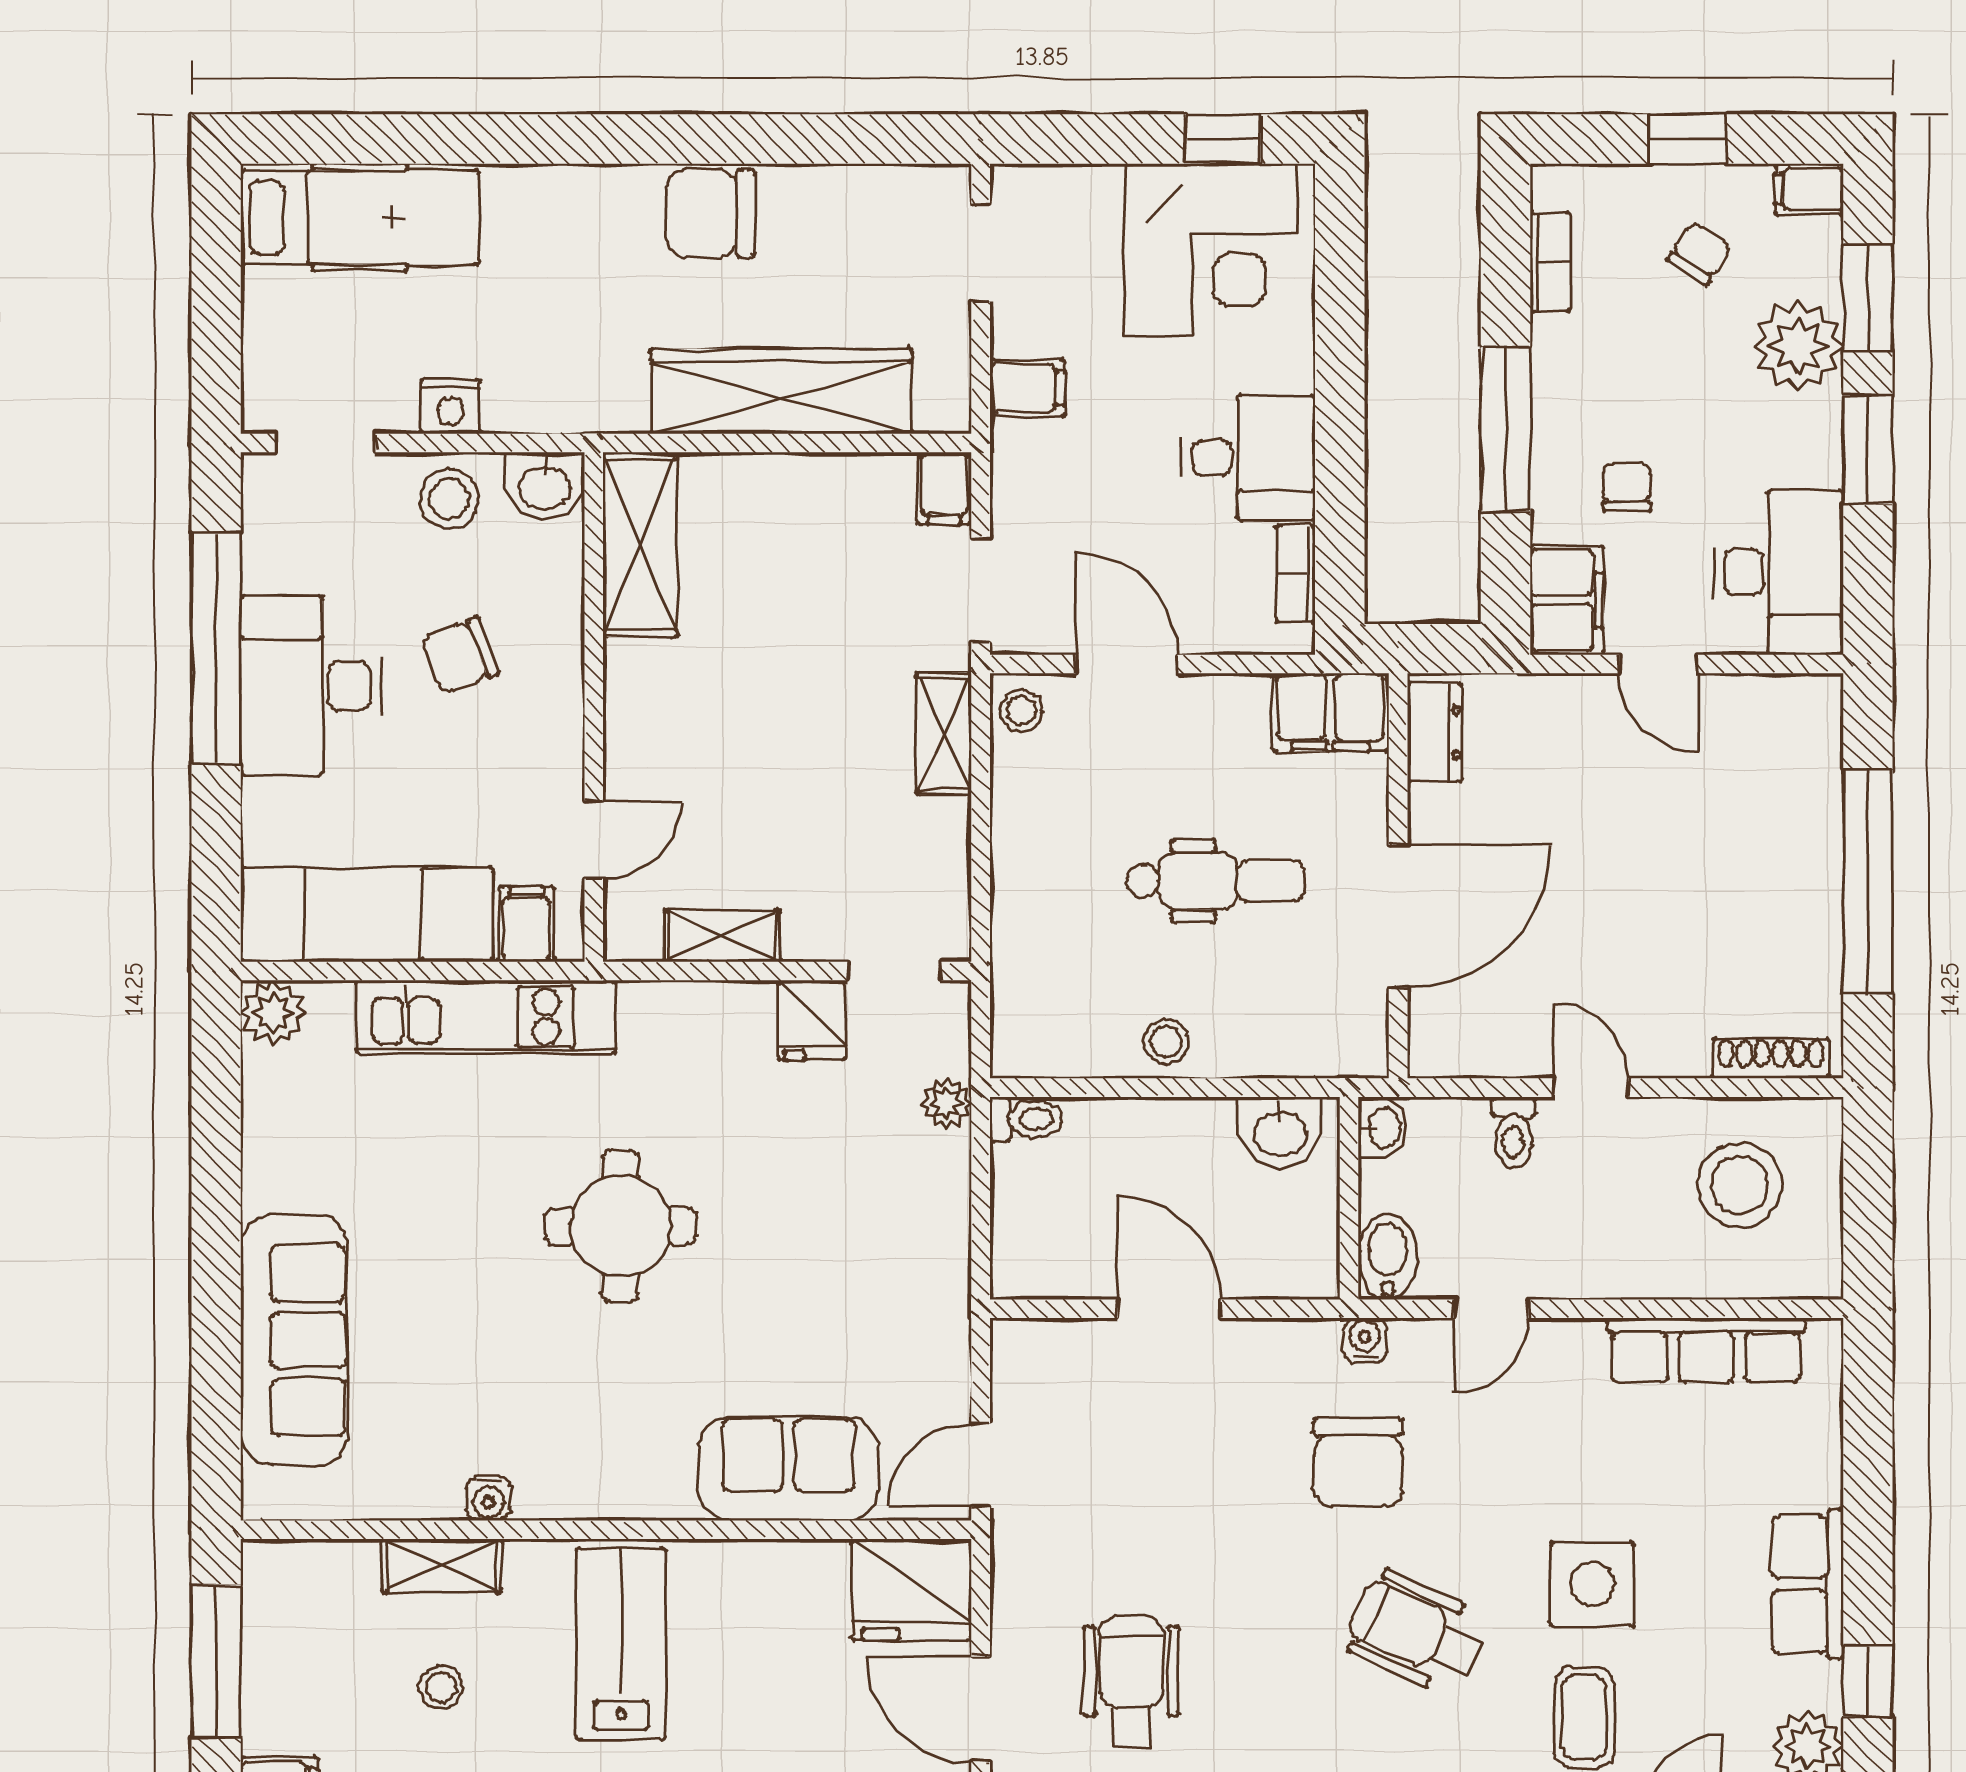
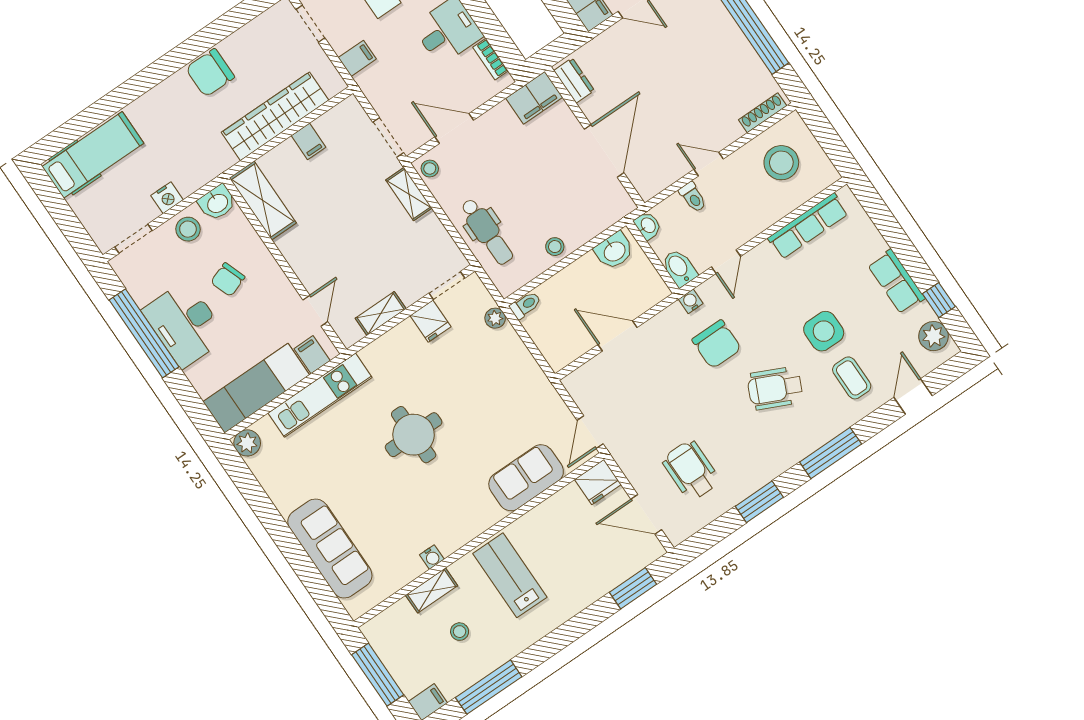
filing cabinet: (944, 488) -> (308, 141), moved
dental chair: (1216, 881) -> (487, 232), moved, turned 90
fridge: (912, 1590) -> (598, 482), width x0.73, depth x0.75

